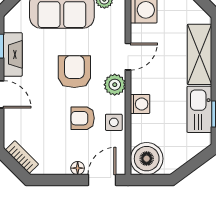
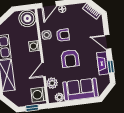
plant: (115, 85) -> (52, 83), moved

